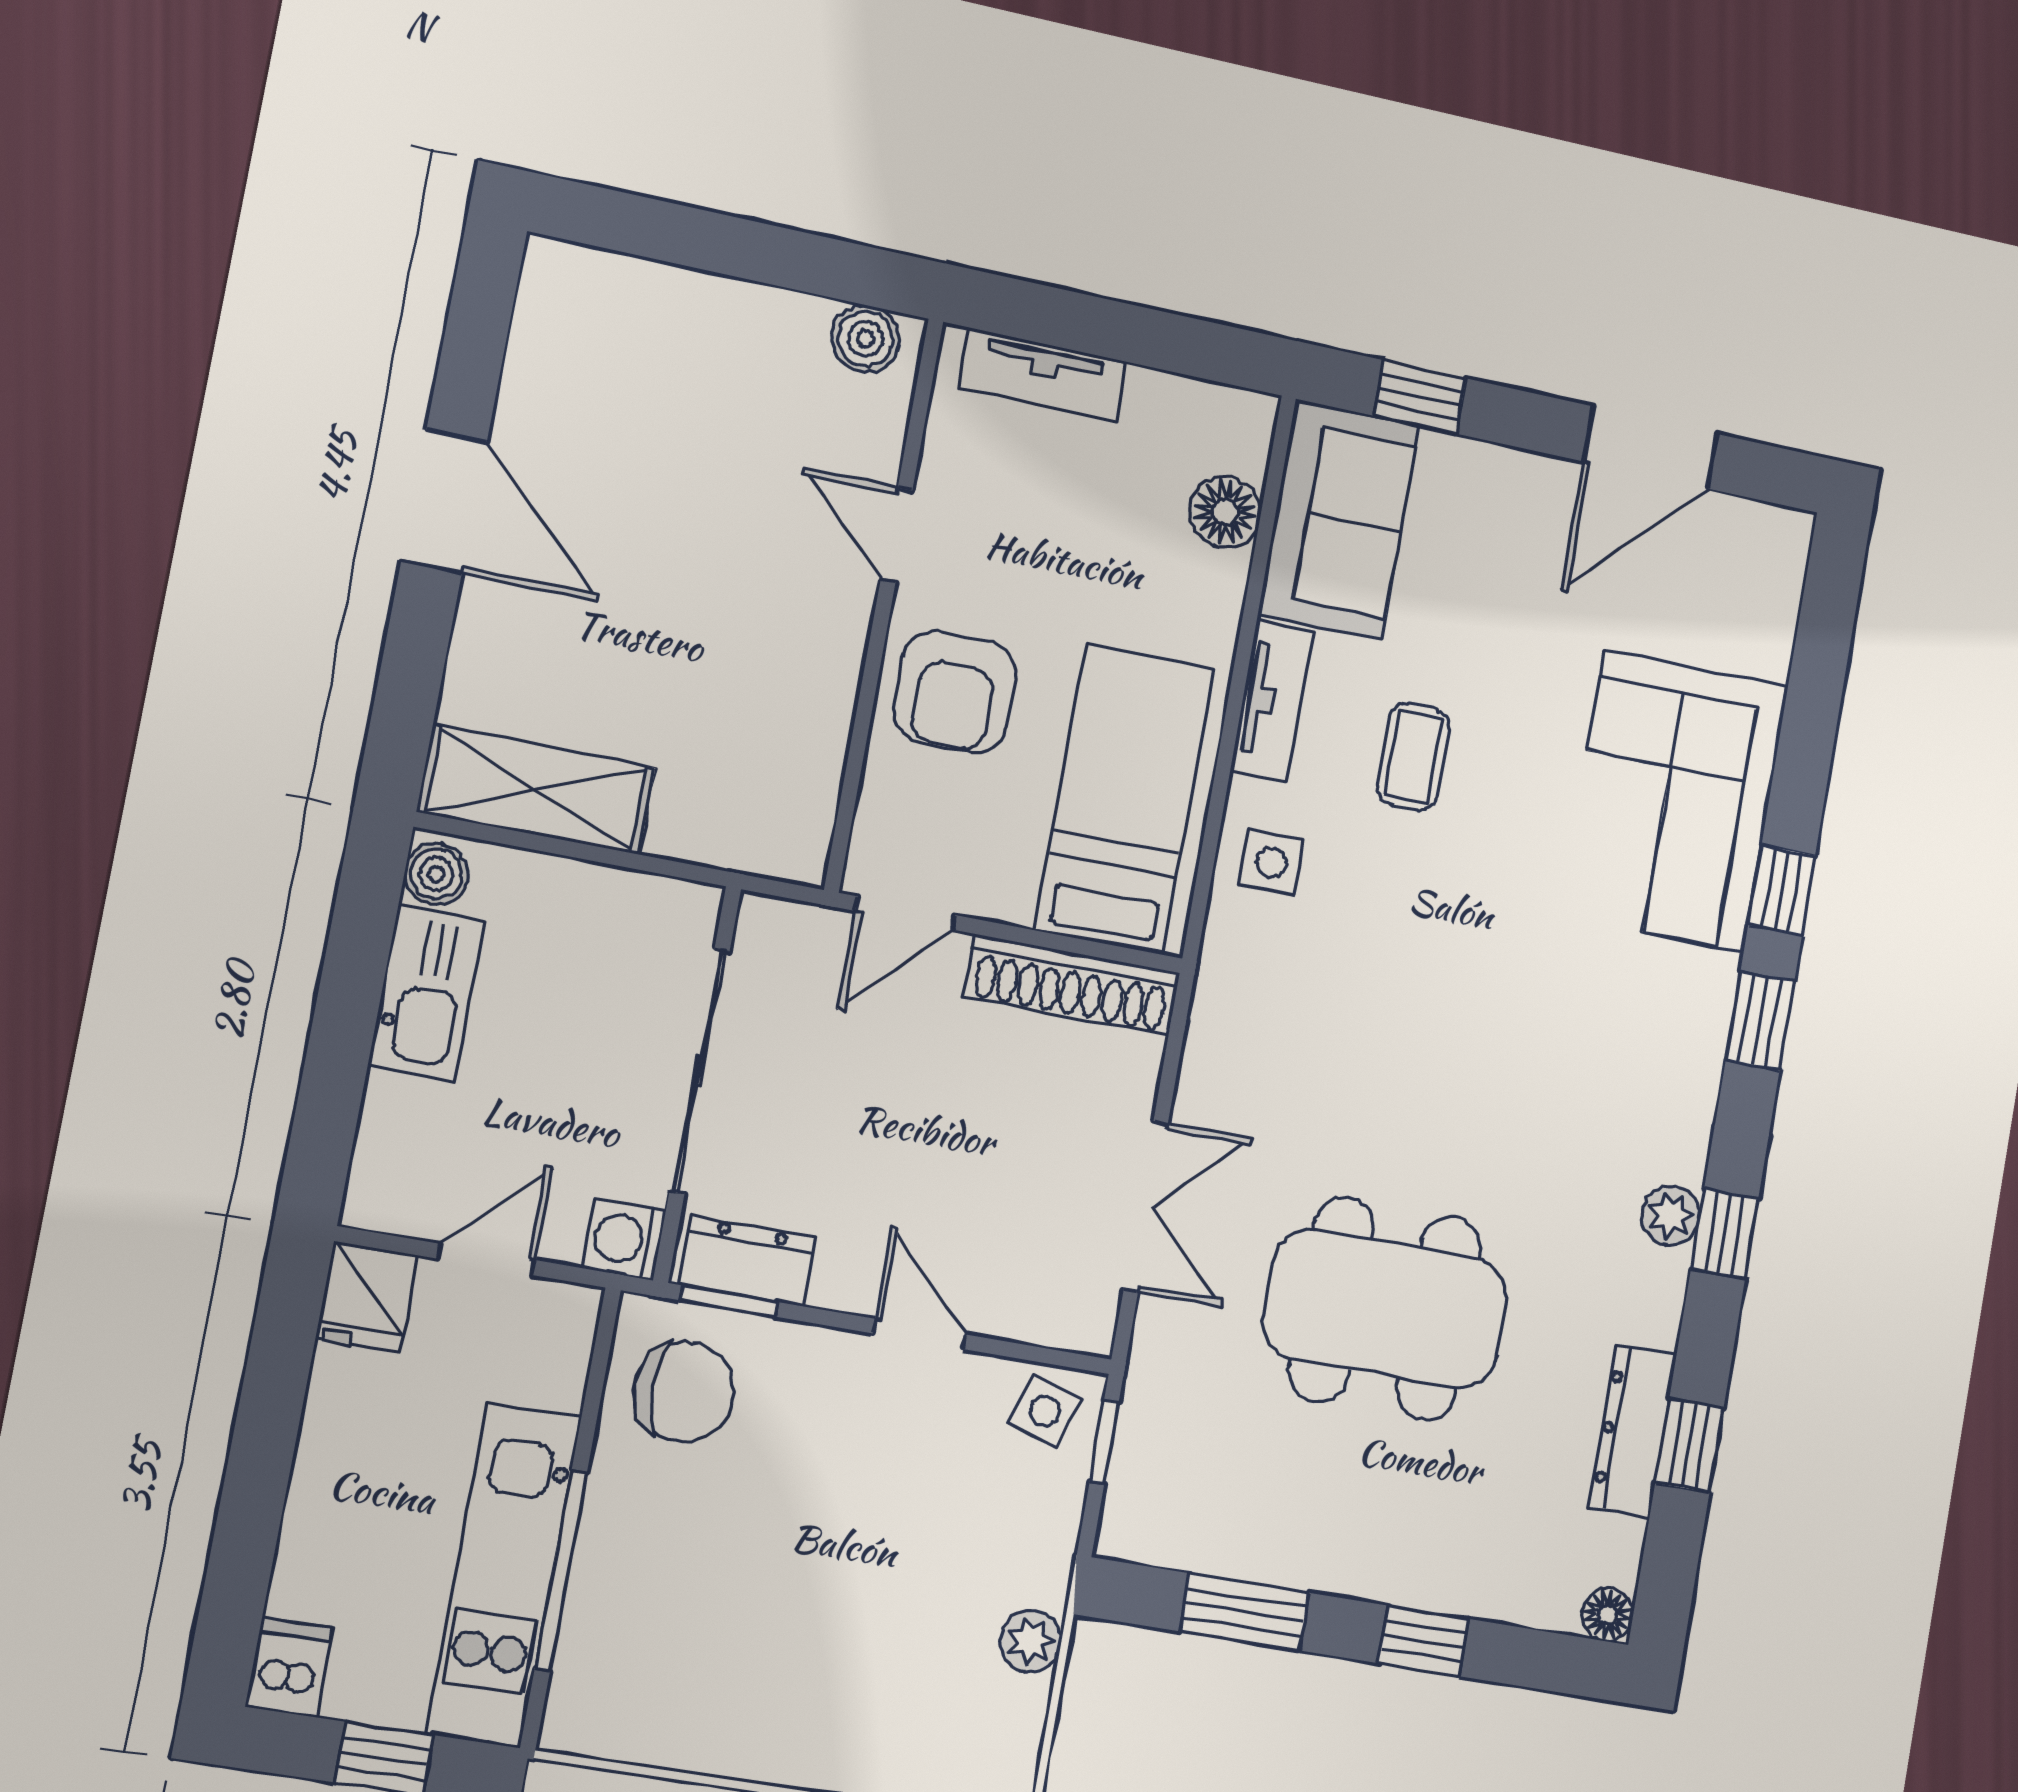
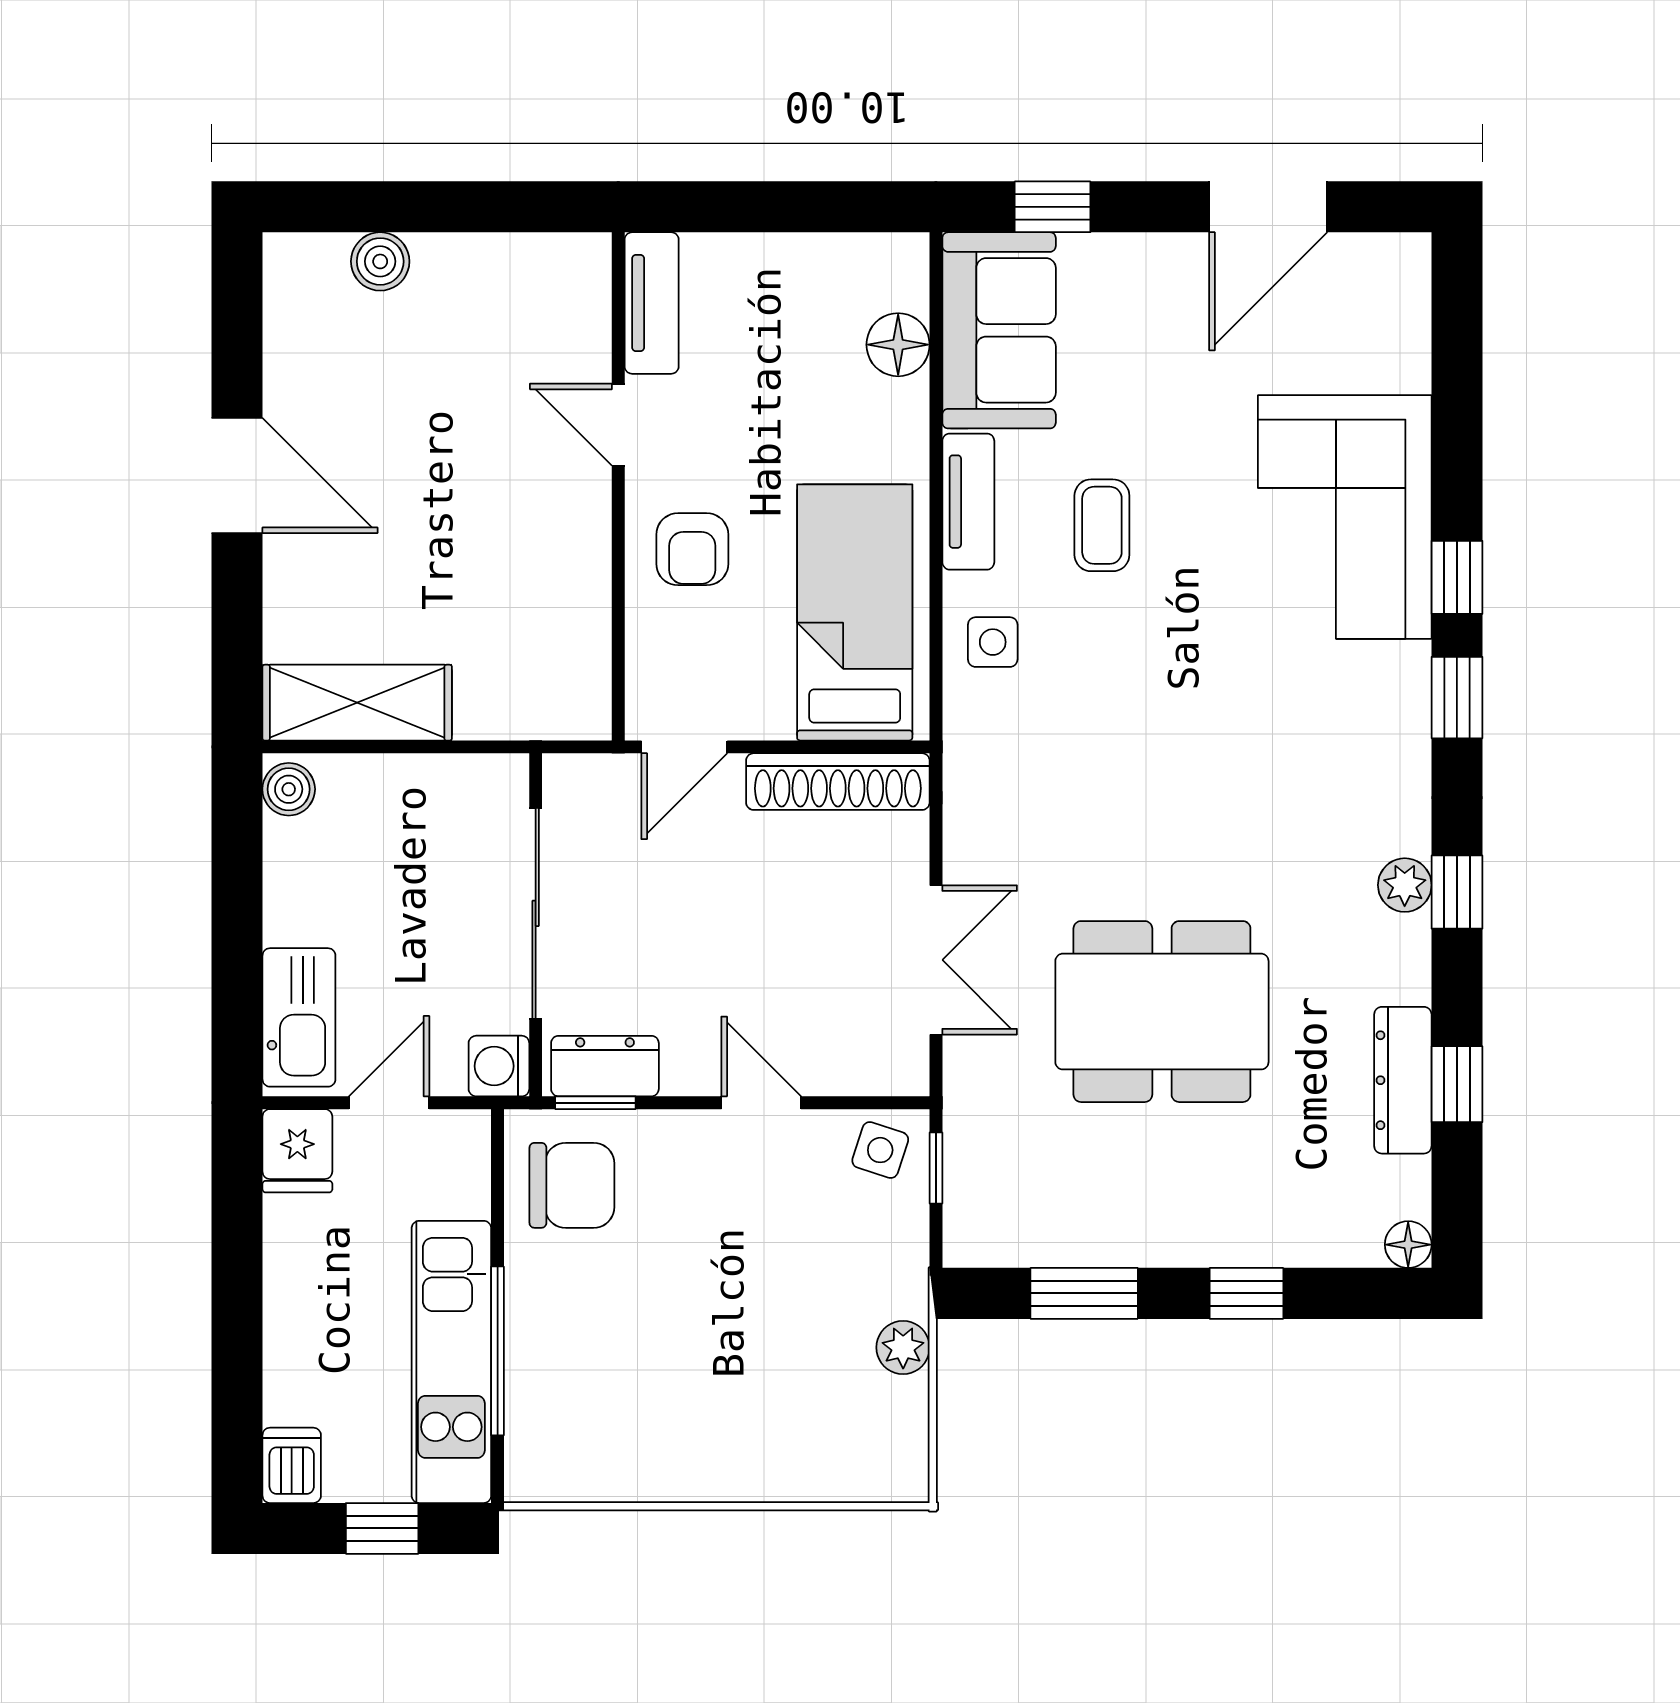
boiler: (866, 339) -> (380, 261), moved
tv unit: (1043, 375) -> (652, 303), moved, turned -90
armchair: (955, 692) -> (692, 549), width x0.72, depth x0.72
kitchen sink: (426, 993) -> (299, 1017), moved

